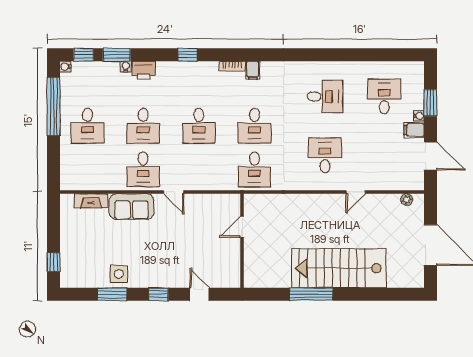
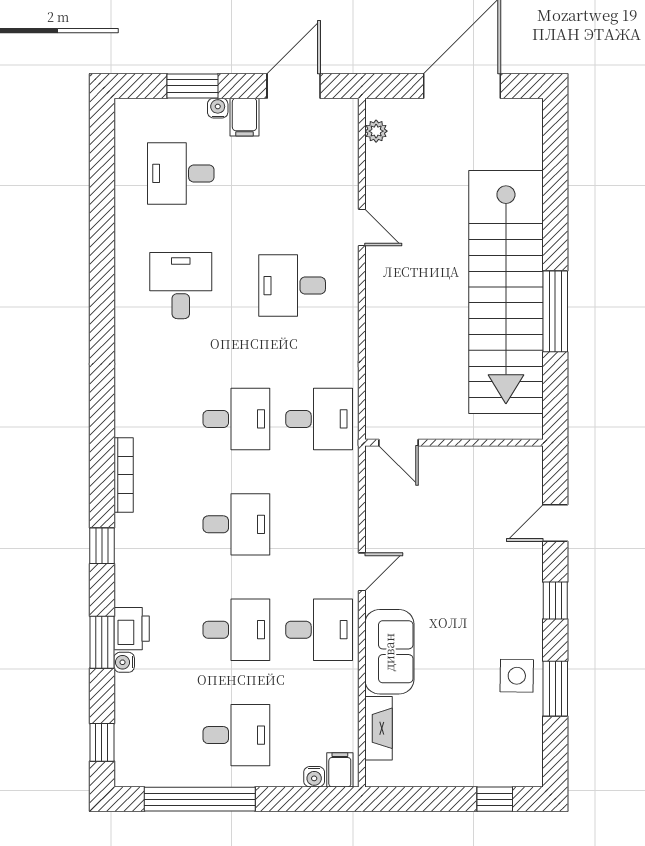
window: (117, 55) -> (102, 642), moved
bookcase: (232, 66) -> (124, 475), width x1.56
water cooler: (65, 67) -> (314, 777), moved
filing cabinet: (253, 70) -> (340, 770), moved, turned -90
door: (242, 227) -> (398, 443), moved
stairs: (339, 268) -> (506, 292), width x1.36

